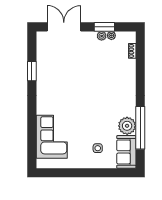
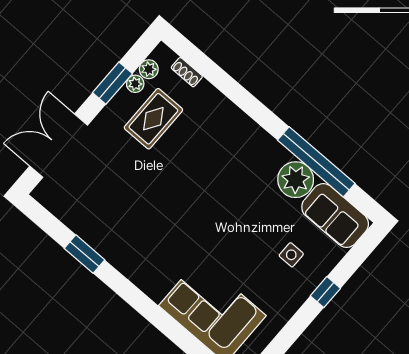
plant: (102, 36) -> (149, 69), moved
rug: (104, 53) -> (153, 119), added
window: (95, 173) -> (325, 292), added

